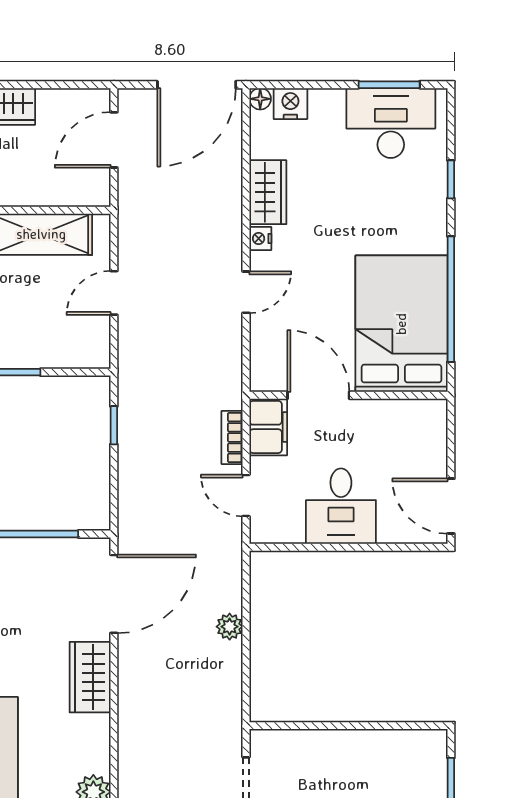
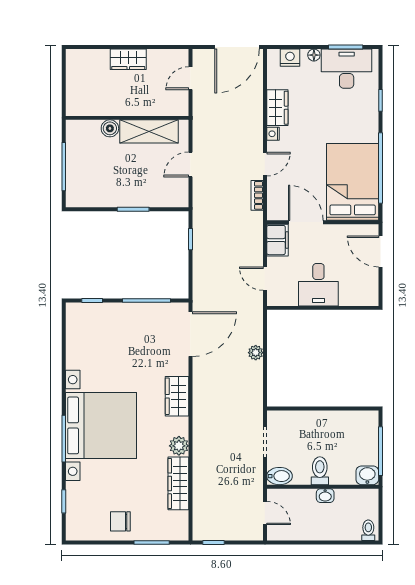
floor lamp: (260, 99) -> (314, 55), moved
door: (114, 140) -> (190, 78), width x0.73
bookcase: (232, 437) -> (257, 195), moved
door: (451, 506) -> (380, 251), moved
wardrobe: (90, 677) -> (177, 396), moved

